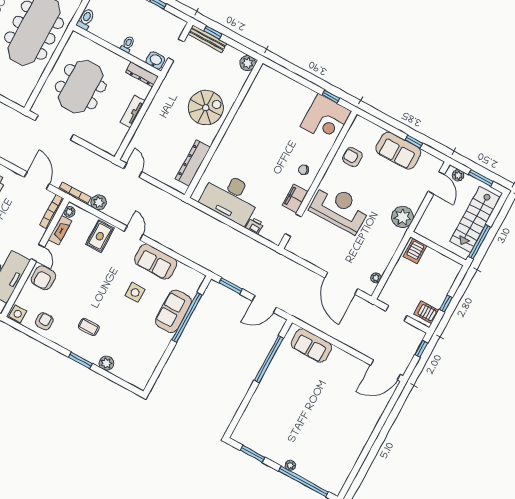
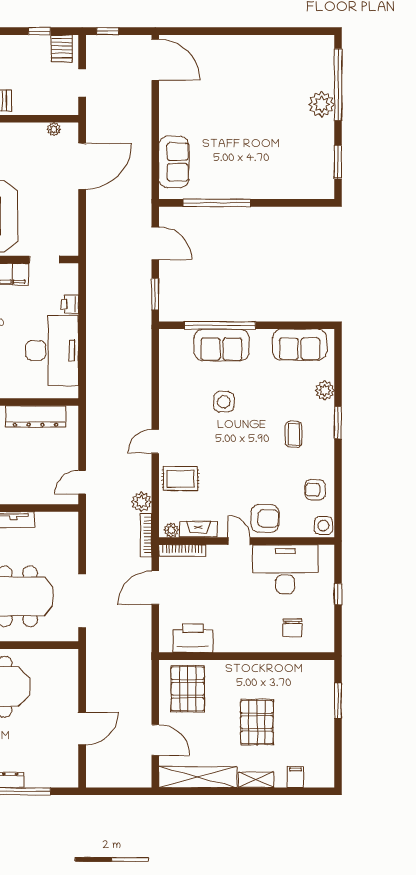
door: (38, 253) -> (239, 541), hinge flipped
sofa: (156, 262) -> (300, 345), moved, turned 90
plant: (290, 465) -> (322, 104), width x1.88, depth x1.88

